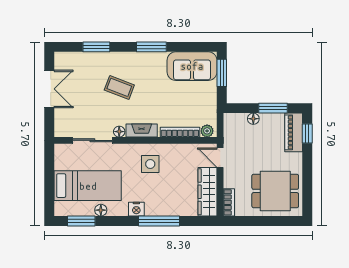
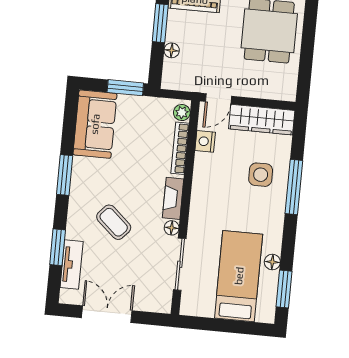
tv unit: (84, 59) -> (72, 265), added
window: (222, 73) -> (125, 88), moved
coffee table: (119, 87) -> (114, 222), turned -69
side table: (150, 164) -> (261, 175), moved
bookcase: (229, 202) -> (278, 93), removed
nightstand: (136, 209) -> (205, 141), moved, turned 180

